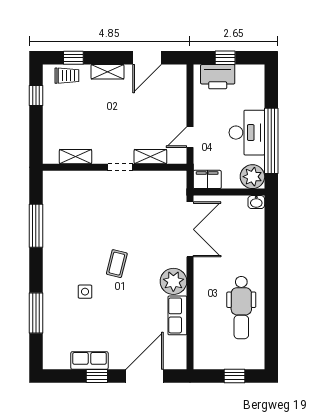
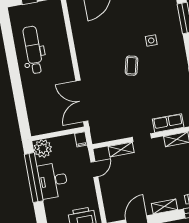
filing cabinet: (207, 179) -> (81, 139), width x0.50
washbasin: (256, 202) -> (36, 130), removed
plant: (173, 281) -> (87, 60), removed
row of seats: (177, 315) -> (168, 123), moved, turned -90

